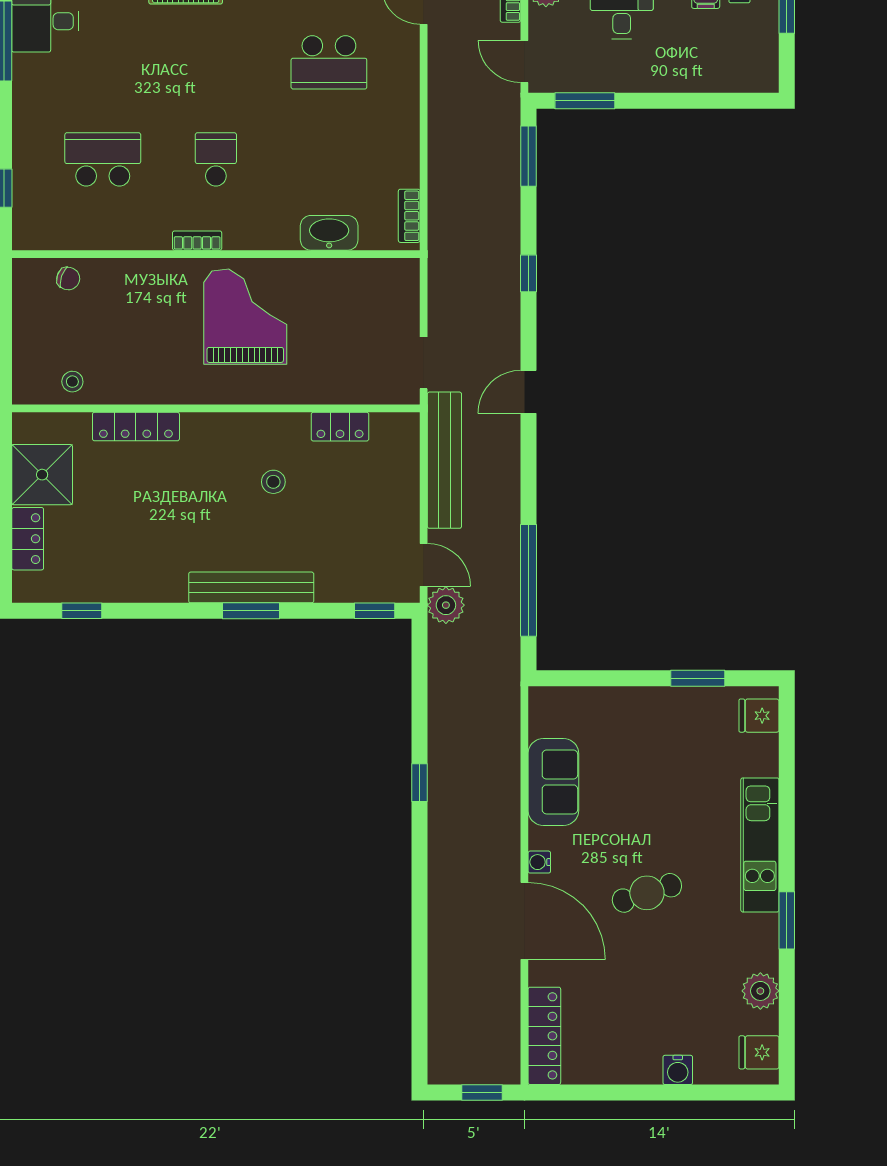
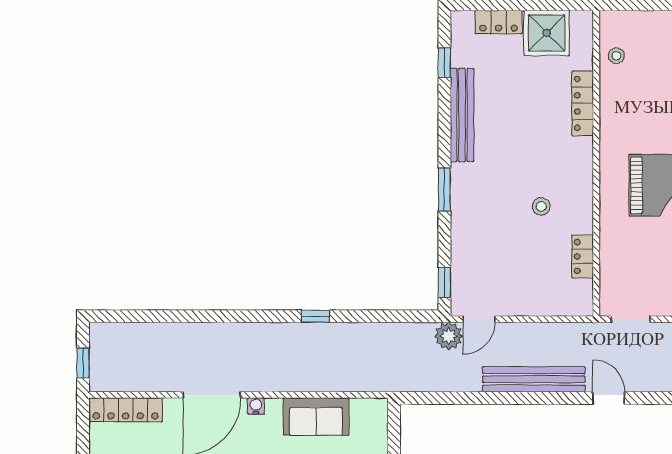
bench: (444, 460) -> (534, 379), moved
window: (528, 580) -> (467, 398), removed
bench: (251, 587) -> (462, 115), moved

